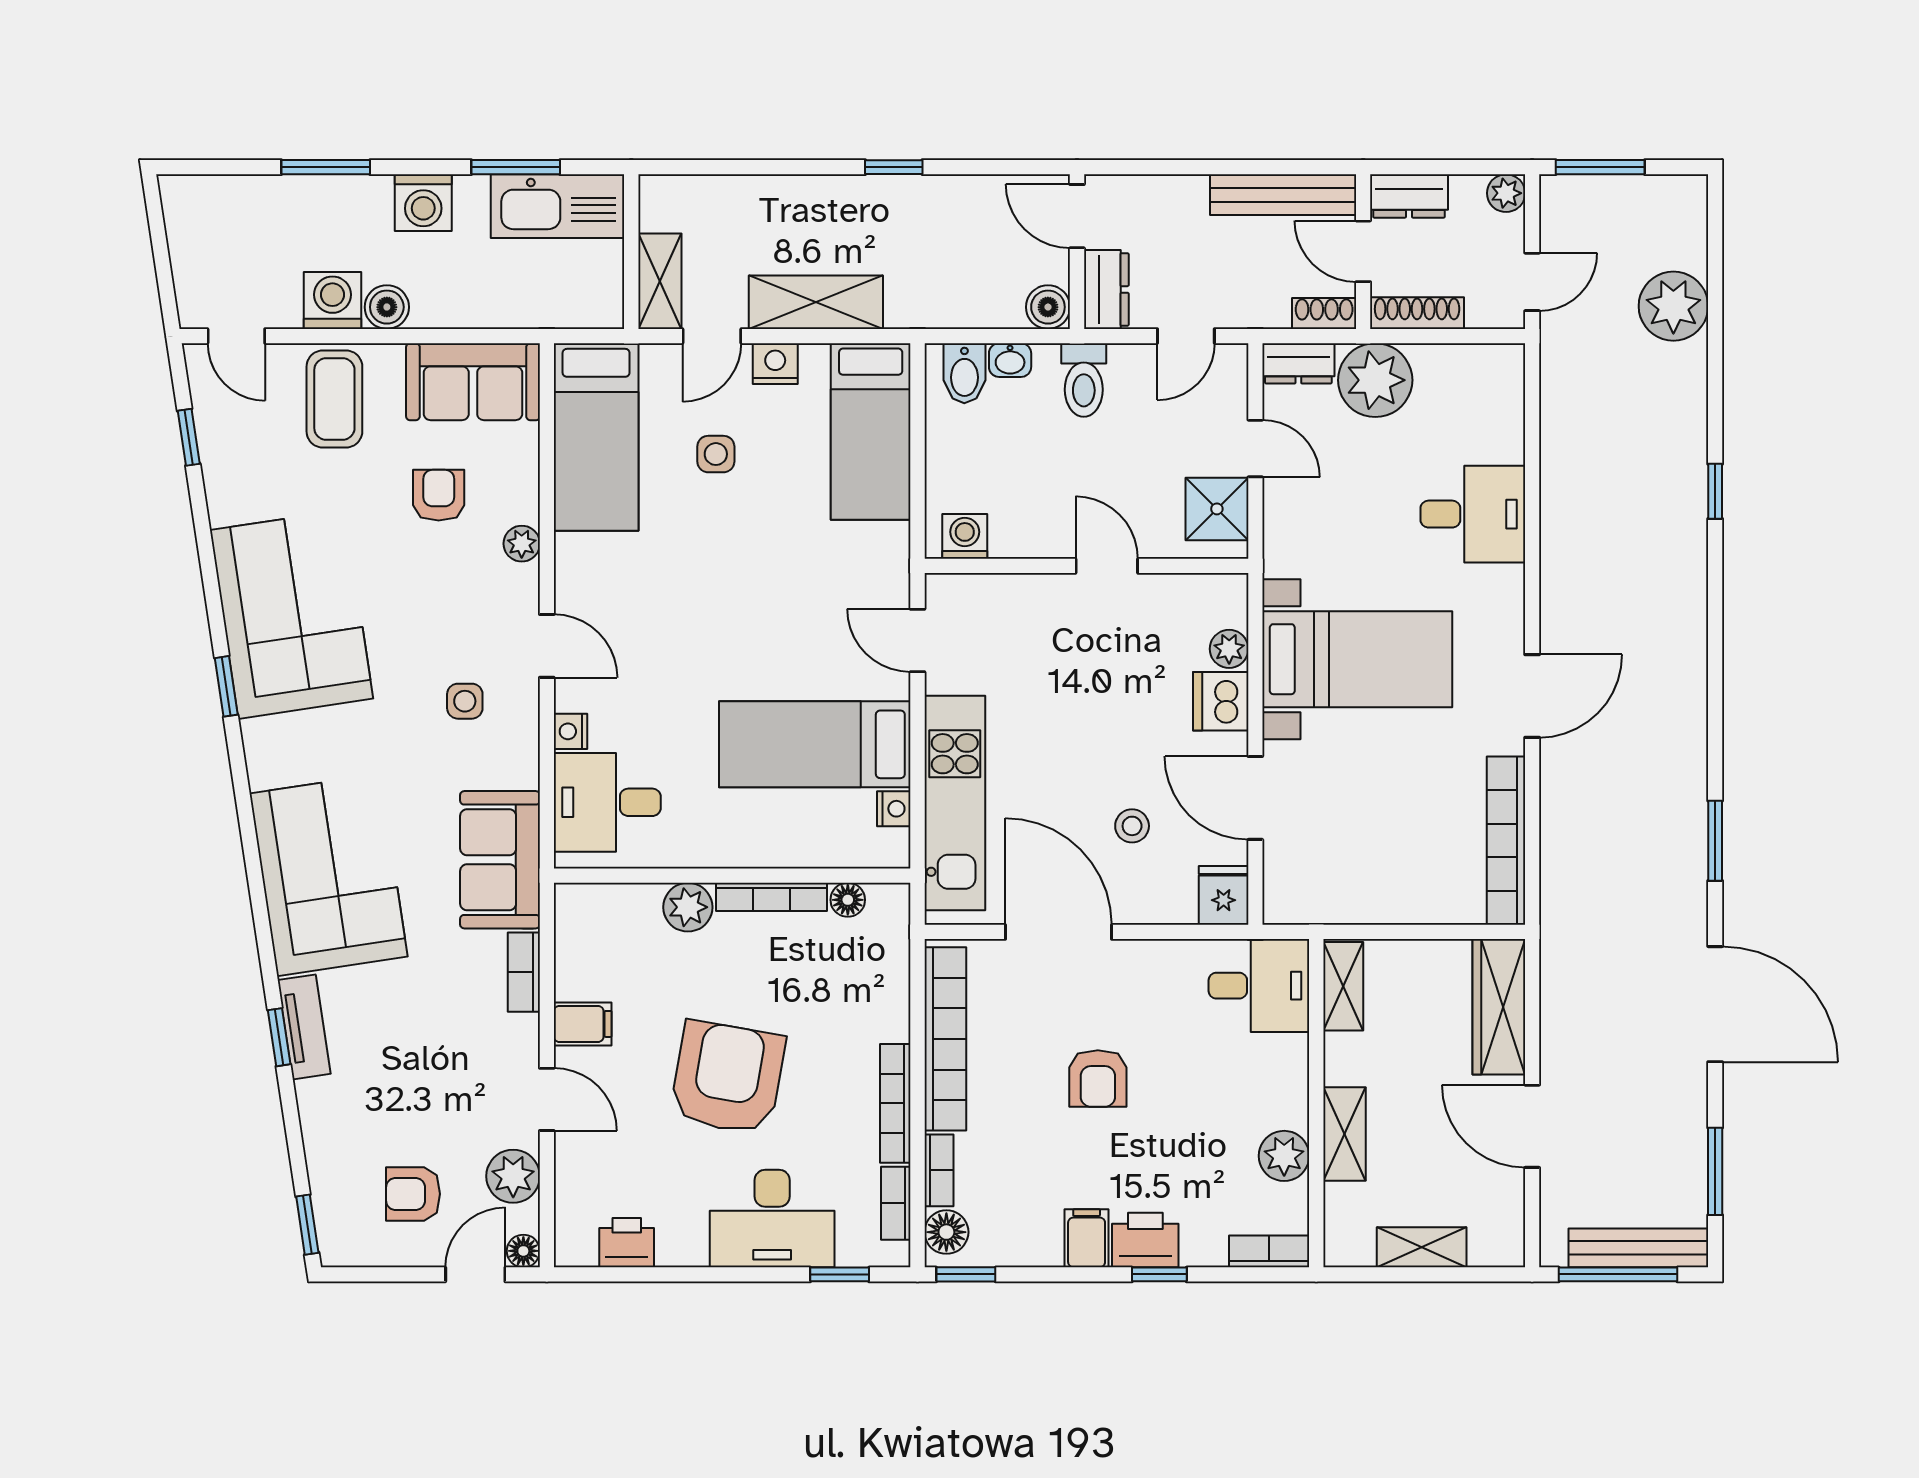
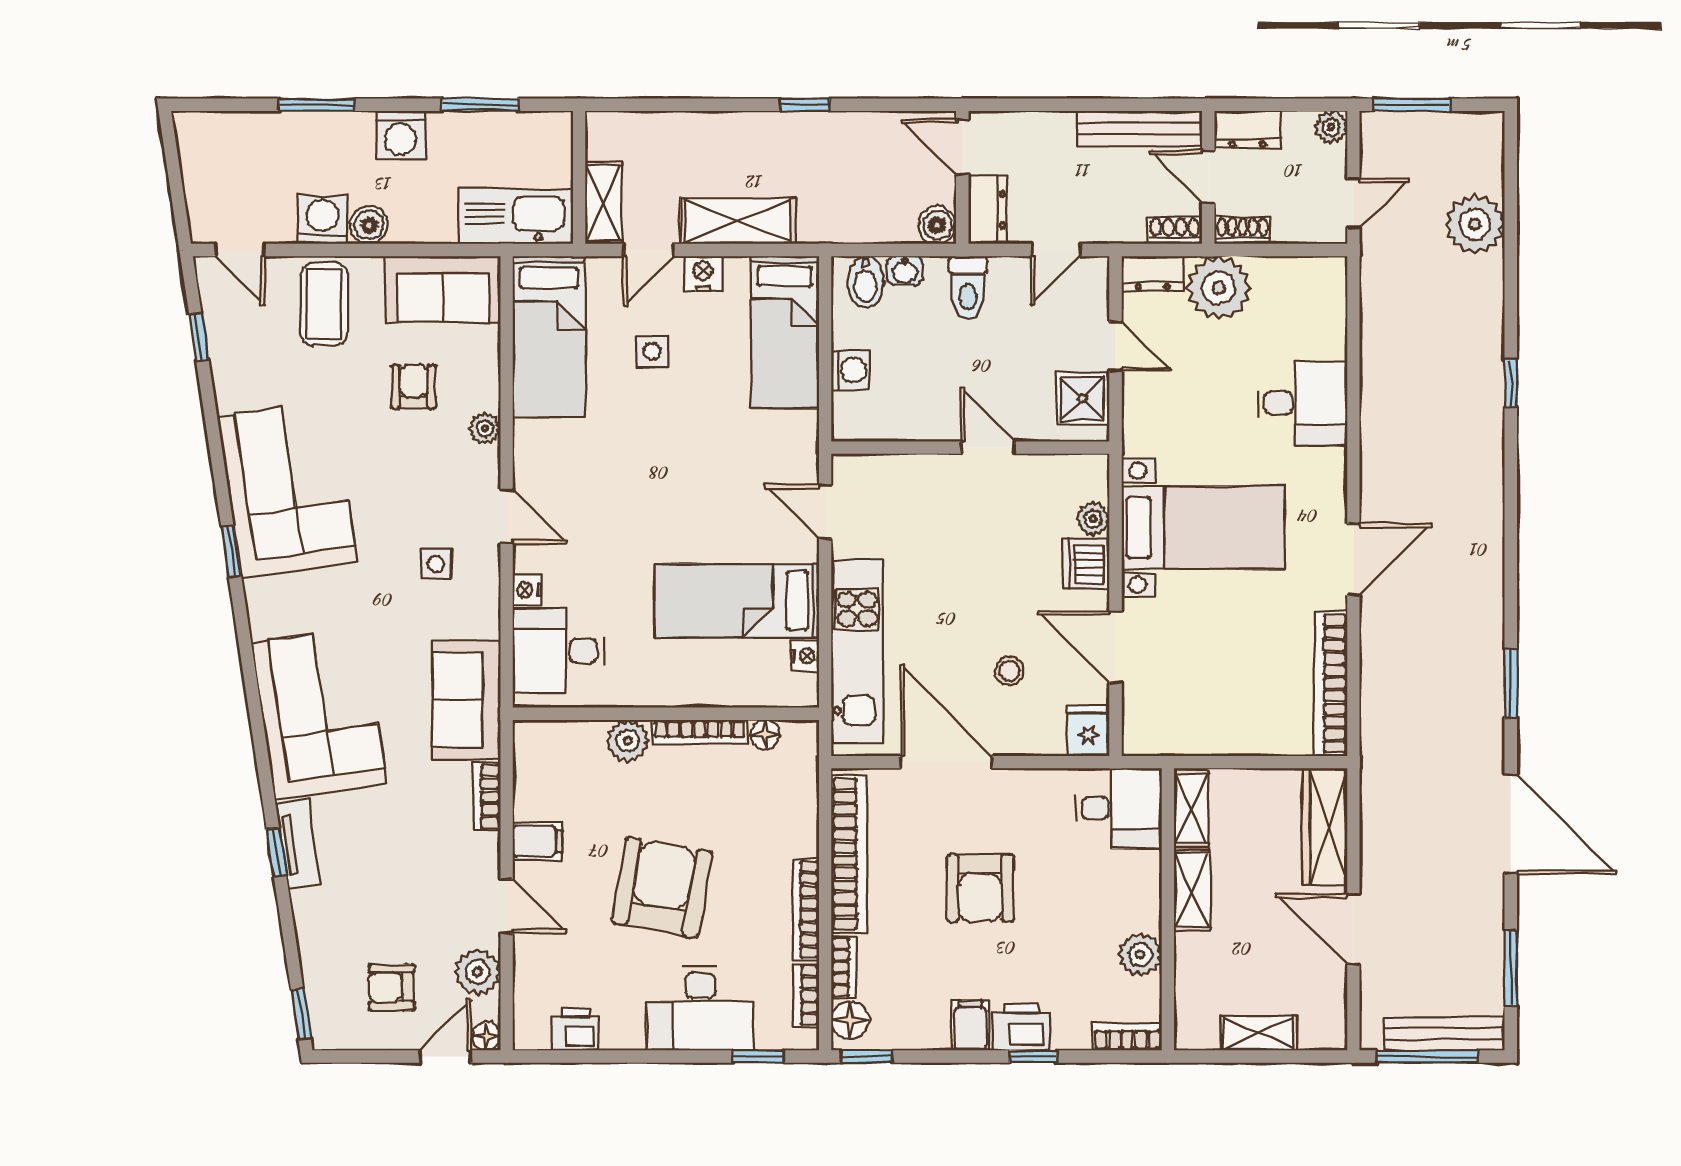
kitchen sink: (557, 206) -> (516, 216), moved, turned 180
shoe rack: (1417, 313) -> (1242, 230), width x0.70
washing machine: (965, 536) -> (851, 370), moved, turned 90
armchair: (1098, 1078) -> (980, 888), width x1.38, depth x1.38
shelving: (1344, 1134) -> (1192, 890), moved

